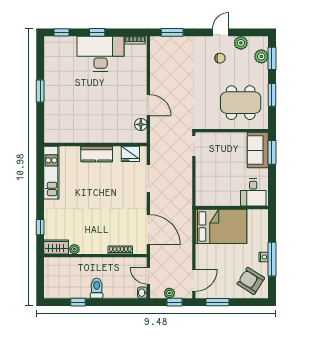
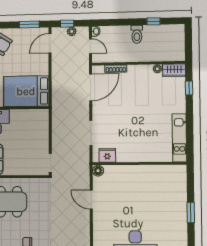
floor lamp: (141, 124) -> (98, 171), moved
kitchen counter: (97, 154) -> (138, 155), removed
door: (148, 230) -> (91, 87), swing flipped

